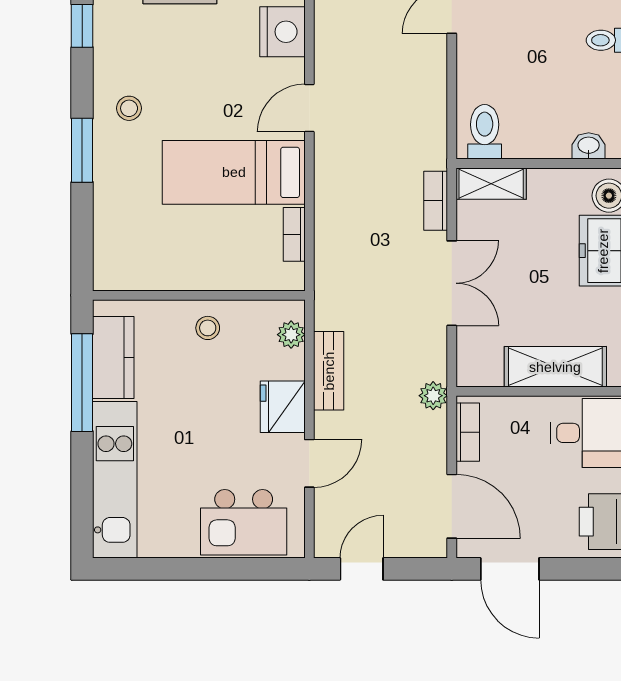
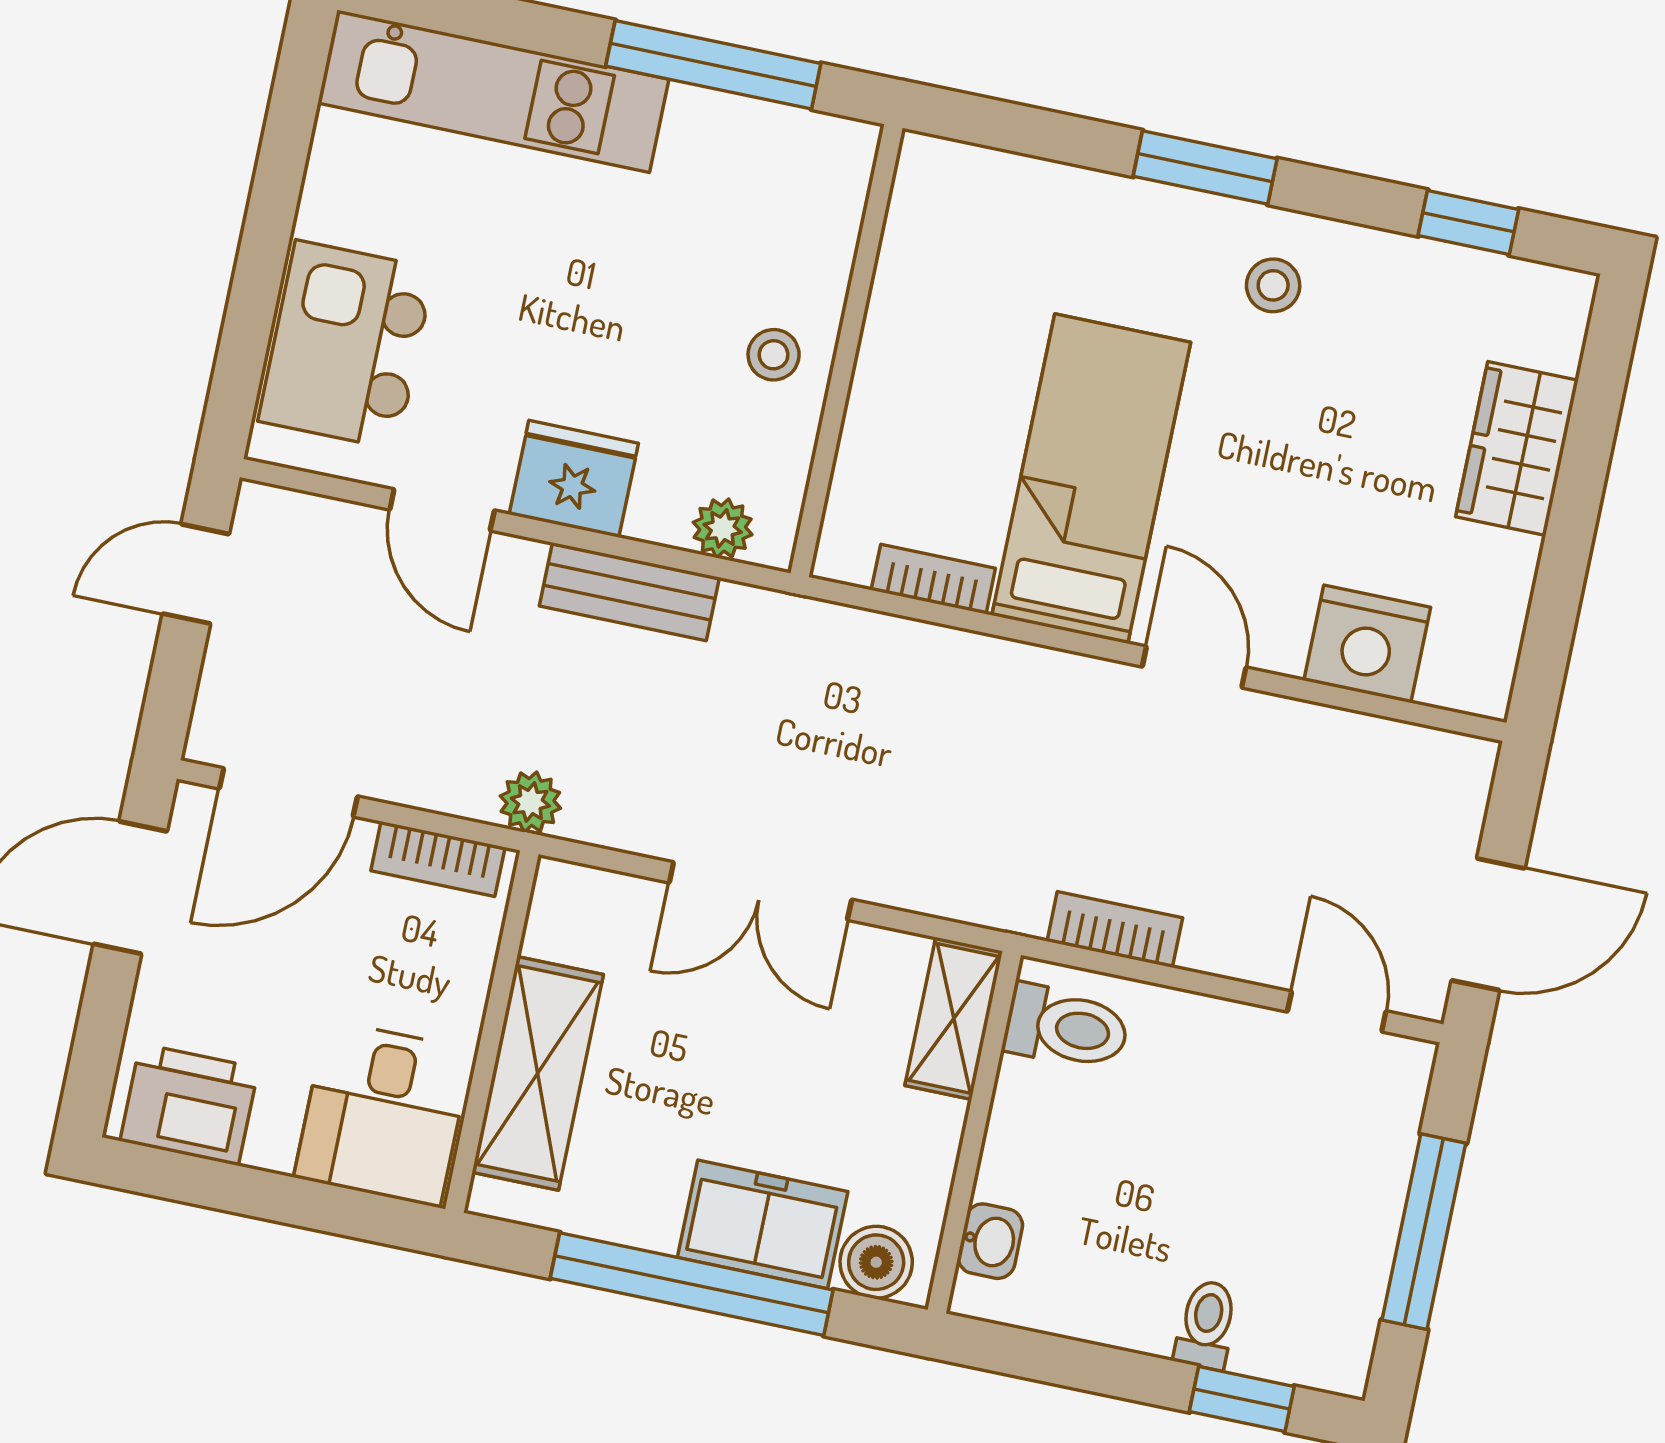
bookcase: (436, 201) -> (1115, 930), moved
kitchen counter: (113, 357) -> (753, 142), removed
door: (362, 569) -> (196, 574), swing flipped

